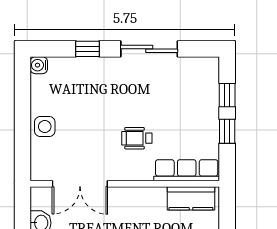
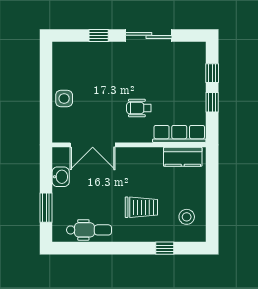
water cooler: (39, 65) -> (59, 49), removed

